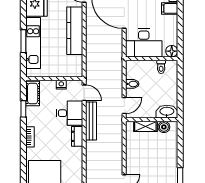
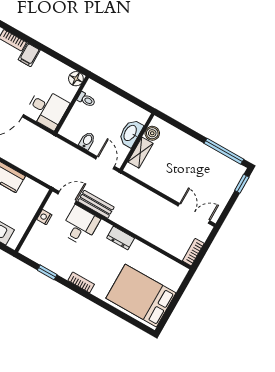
desk: (144, 43) -> (47, 109), width x0.73
cot: (33, 94) -> (36, 253), removed
washbasin: (167, 112) -> (131, 133), moved
bench: (91, 121) -> (96, 204), width x0.73
dresser: (77, 136) -> (121, 238), moved

